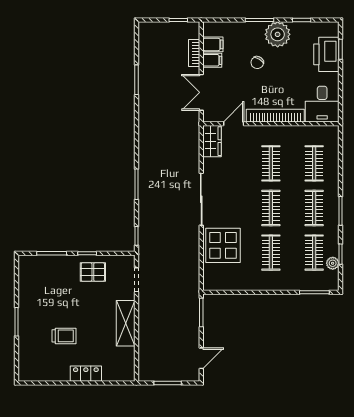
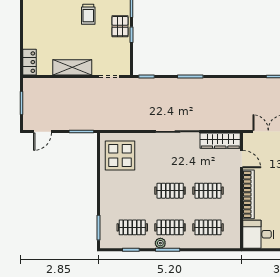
wardrobe: (212, 141) -> (220, 141), width x1.50
display table: (223, 245) -> (120, 155), moved
clothes rail: (271, 253) -> (132, 191), removed
plant: (333, 263) -> (160, 243), moved
pallet: (93, 272) -> (120, 26), moved
trolley: (64, 336) -> (88, 14), moved
door: (201, 358) -> (42, 132), hinge flipped
locker: (86, 374) -> (30, 62), moved

